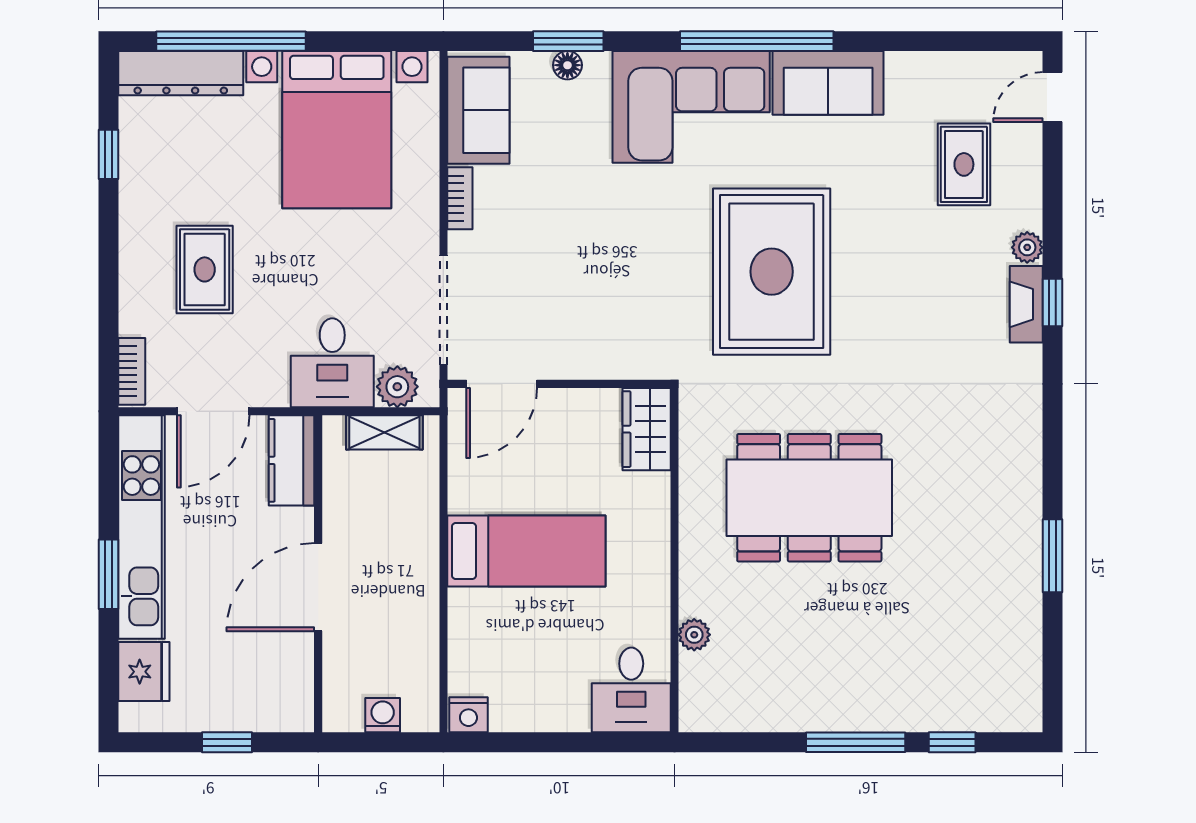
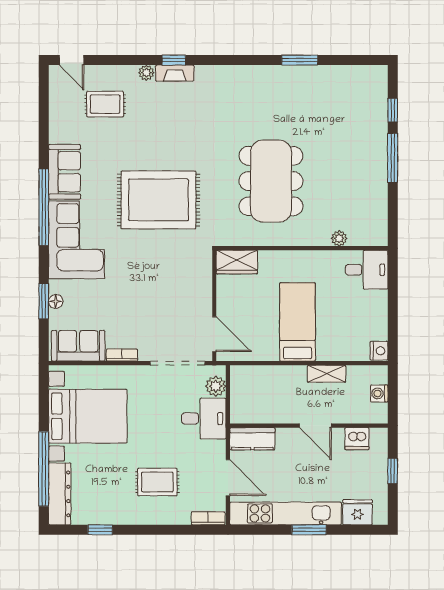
shelving: (384, 432) -> (327, 374), moved, turned 90
door: (318, 587) -> (315, 426), width x0.73
dishwasher: (292, 670) -> (357, 439), added

